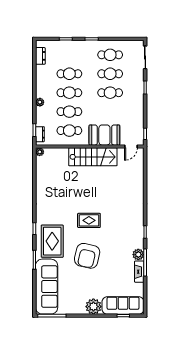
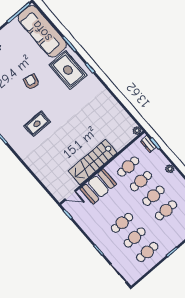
door: (131, 146) -> (70, 195), swing flipped
rug: (89, 220) -> (37, 124), moved
armchair: (87, 256) -> (31, 82), width x0.53, depth x0.53

